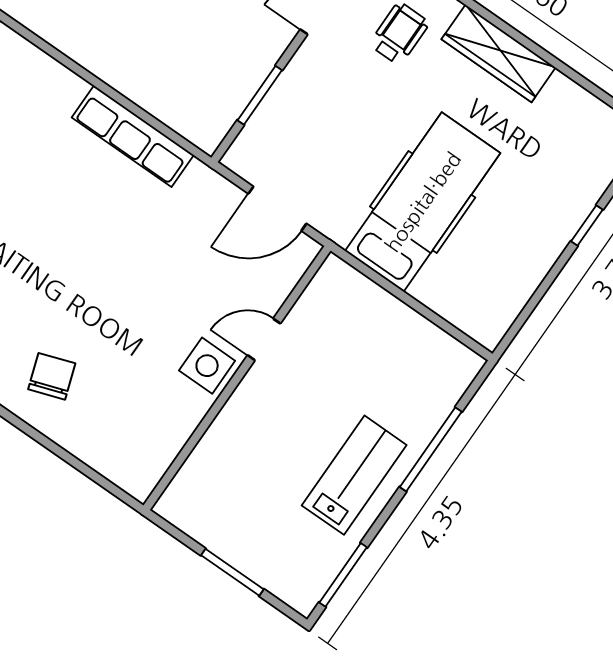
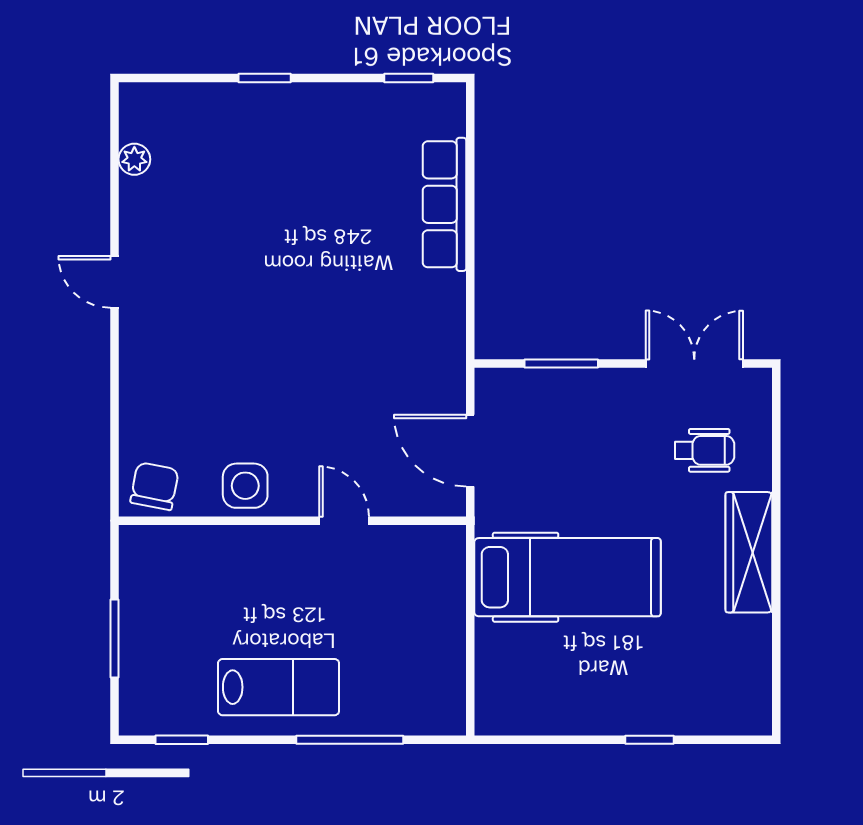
row of seats: (133, 136) -> (445, 204), moved
side table: (207, 366) -> (245, 486), moved
chair: (52, 376) -> (155, 486), moved, turned -60
window: (343, 575) -> (182, 740), width x0.67

